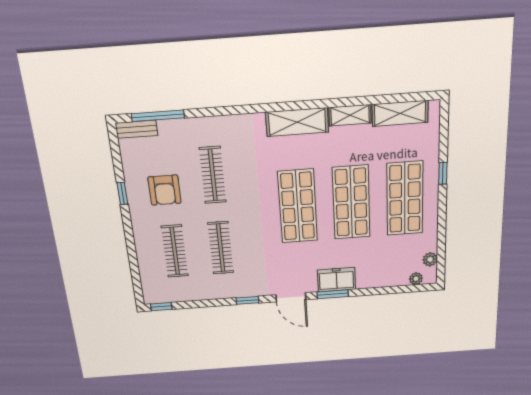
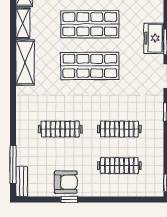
armchair: (165, 190) -> (66, 182), moved

